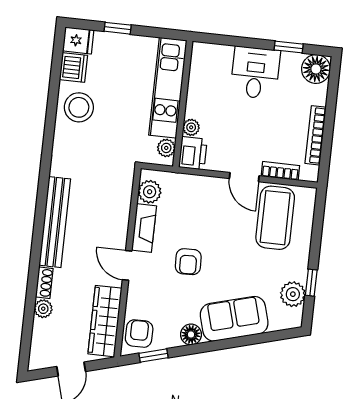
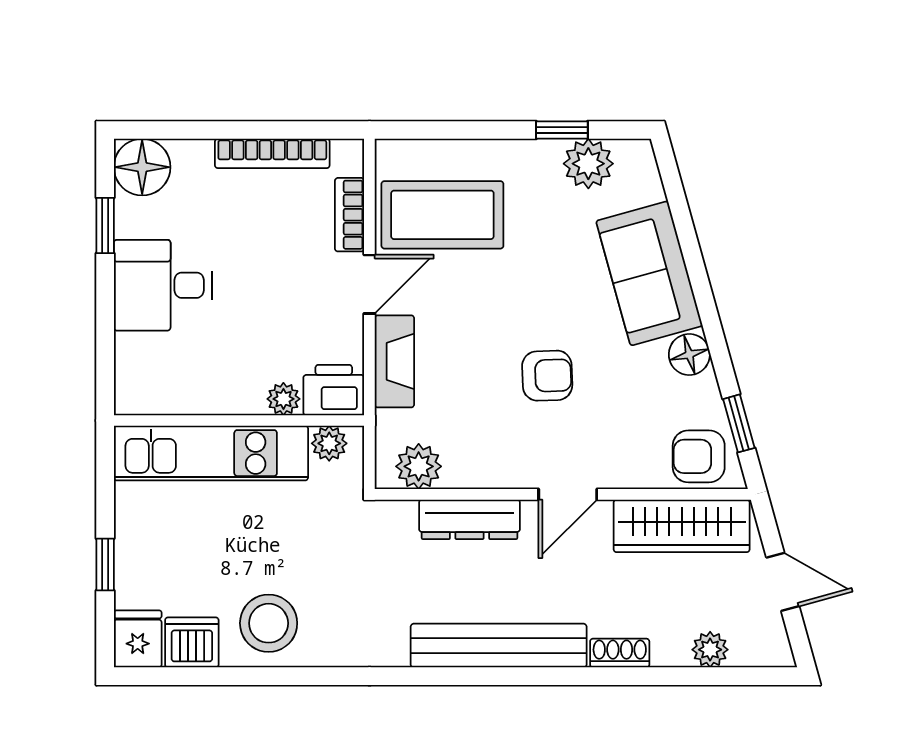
dresser: (120, 214) -> (469, 519), added
fireplace: (144, 228) -> (394, 361), moved, turned 90
plant: (43, 309) -> (710, 650), moved

